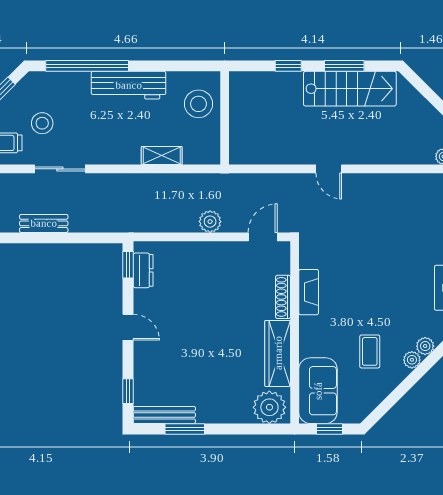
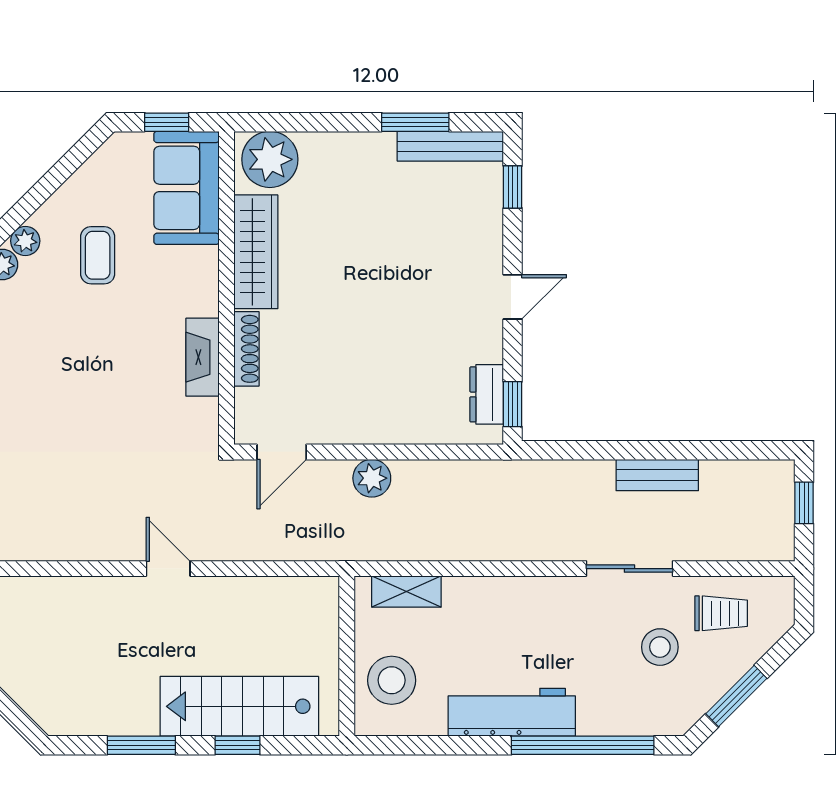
stairs: (350, 89) -> (239, 706), moved
shelving: (162, 156) -> (406, 592), moved
door: (128, 327) -> (513, 297), swing flipped

